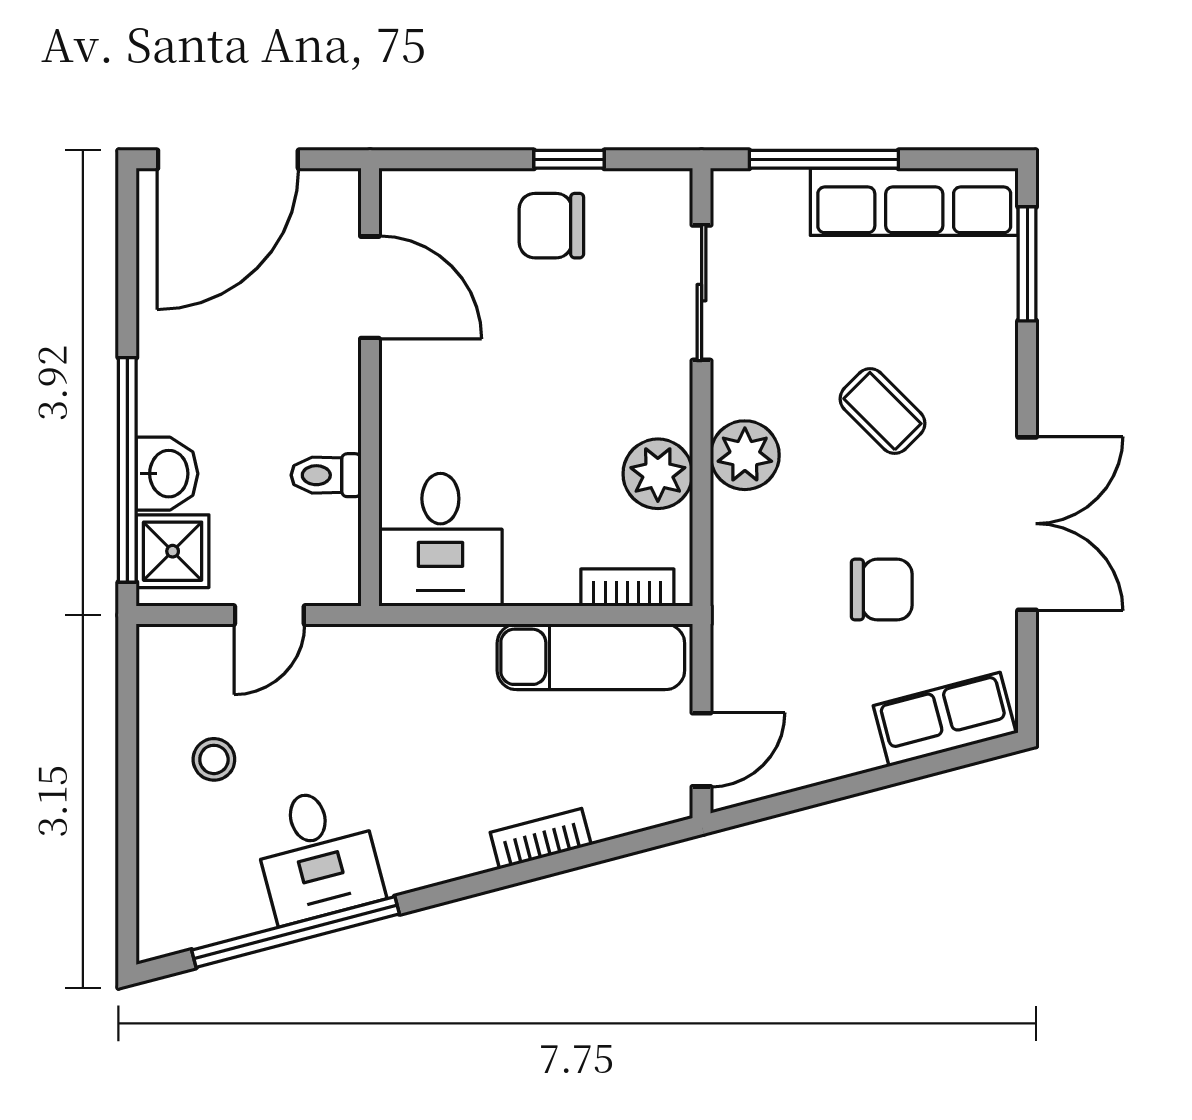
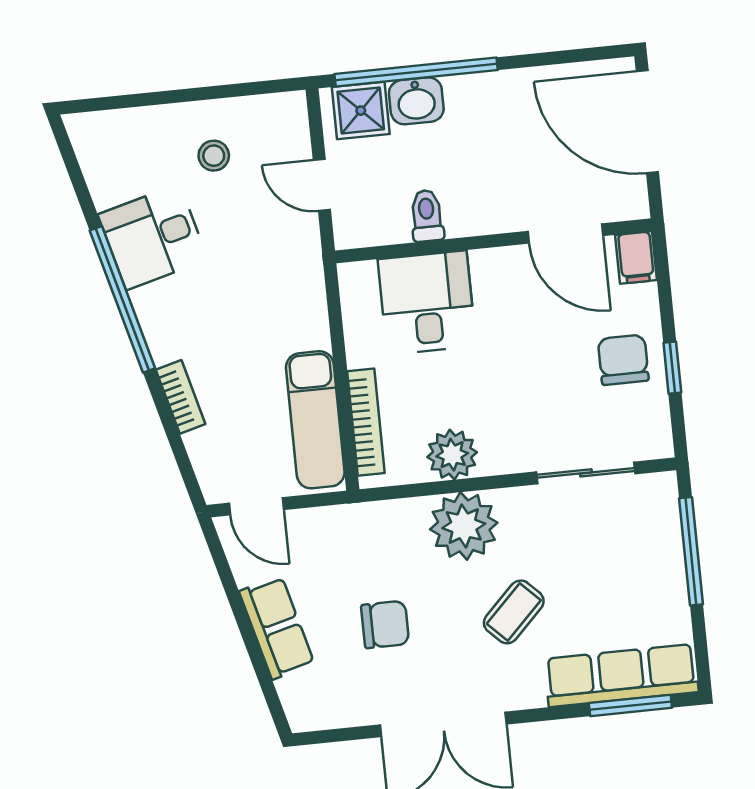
filing cabinet: (413, 194) -> (636, 258), added
row of seats: (914, 202) -> (621, 675), moved, turned 90
door: (370, 287) -> (565, 234), hinge flipped
plant: (745, 455) -> (464, 526), width x1.36, depth x1.36
desk: (440, 540) -> (427, 302), moved, turned 90
bookcase: (627, 588) -> (366, 422), width x1.56
chair: (882, 590) -> (385, 624), turned -90
row of seats: (945, 719) -> (277, 628), moved
window: (295, 932) -> (122, 299), moved

